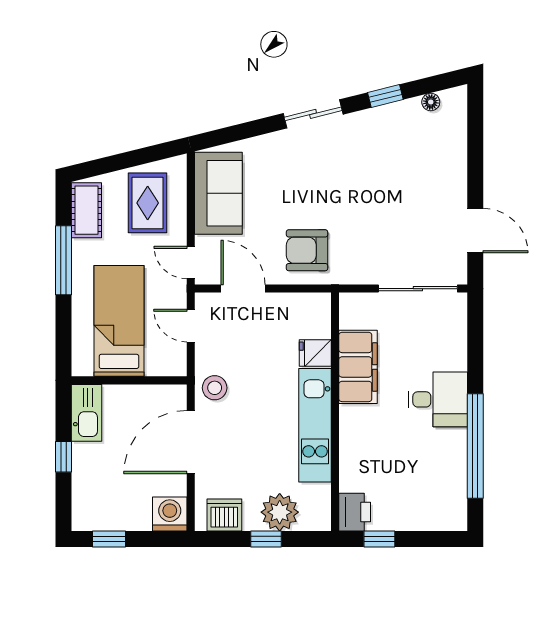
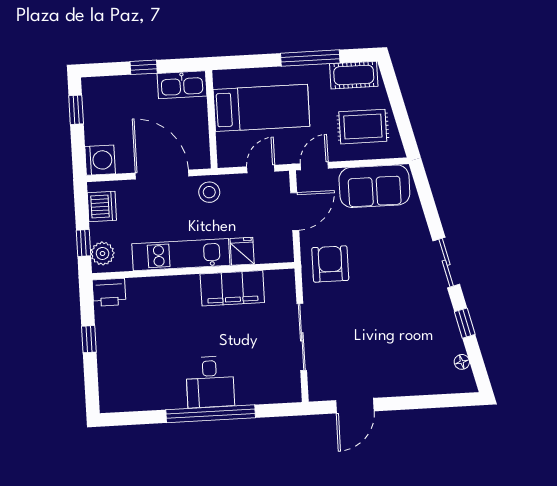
sliding door: (418, 289) -> (302, 337), moved
fridge: (315, 353) -> (242, 251), moved
filing cabinet: (358, 367) -> (232, 288), moved
wall: (335, 412) -> (193, 271), moved
kitchen unit: (315, 425) -> (181, 255), moved
window: (475, 446) -> (211, 414), moved
plant: (280, 512) -> (103, 253), width x0.73, depth x0.73
printer: (355, 512) -> (109, 292), moved

